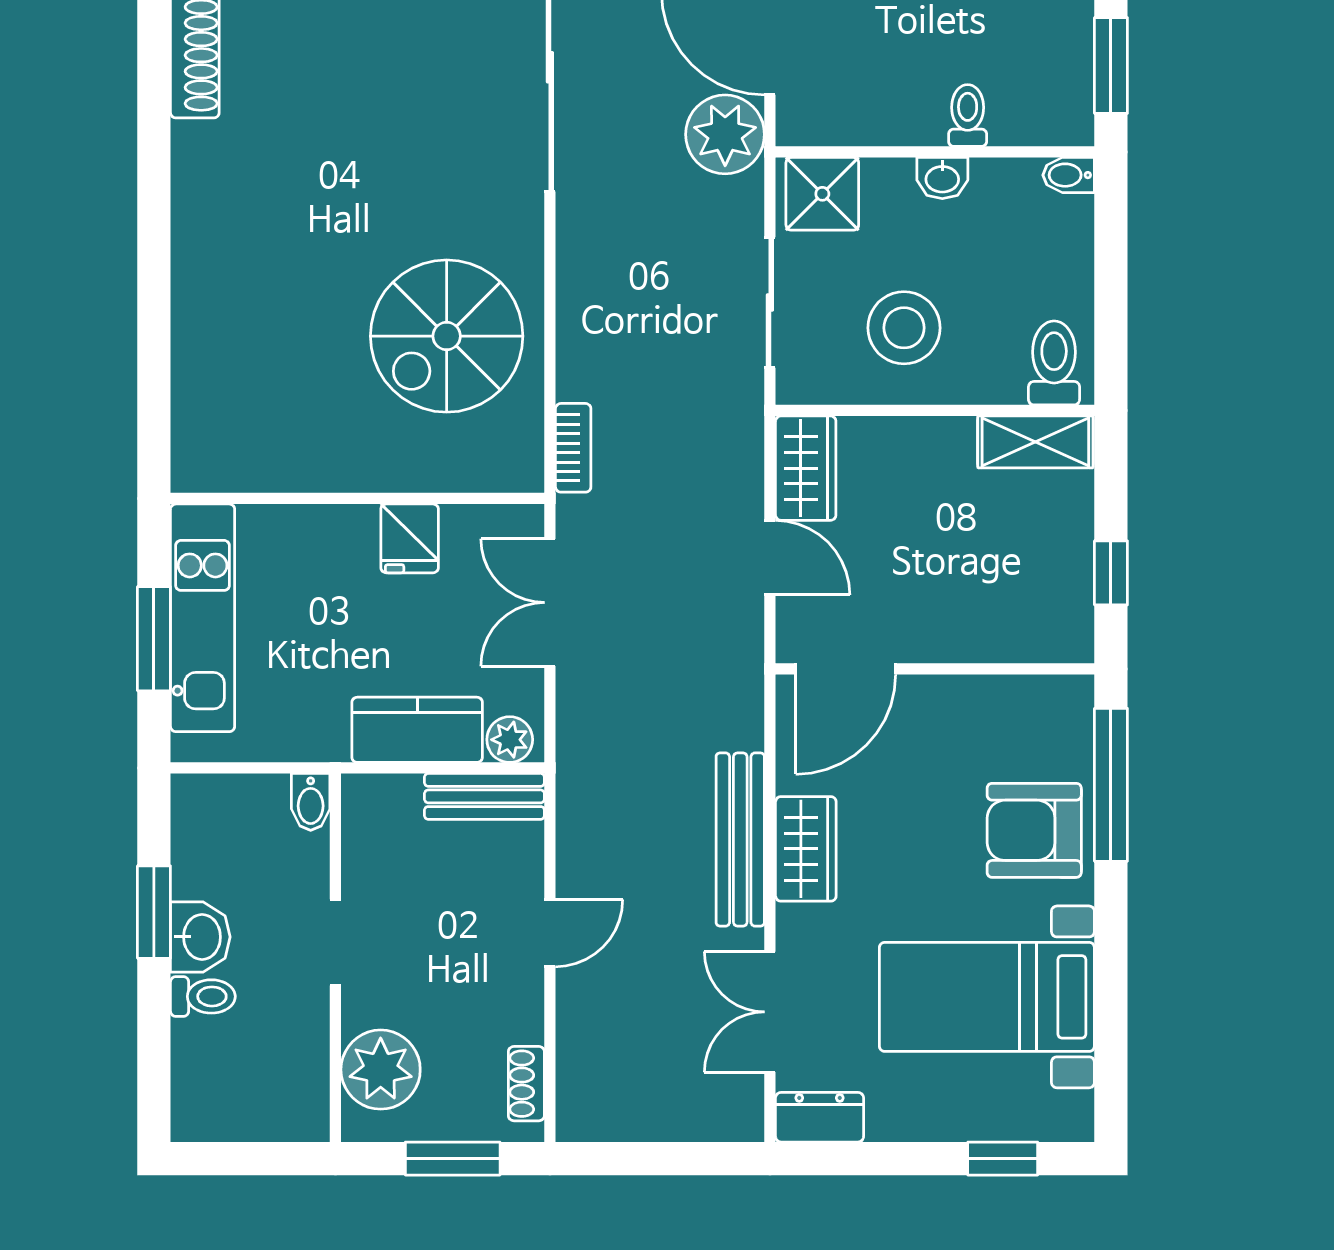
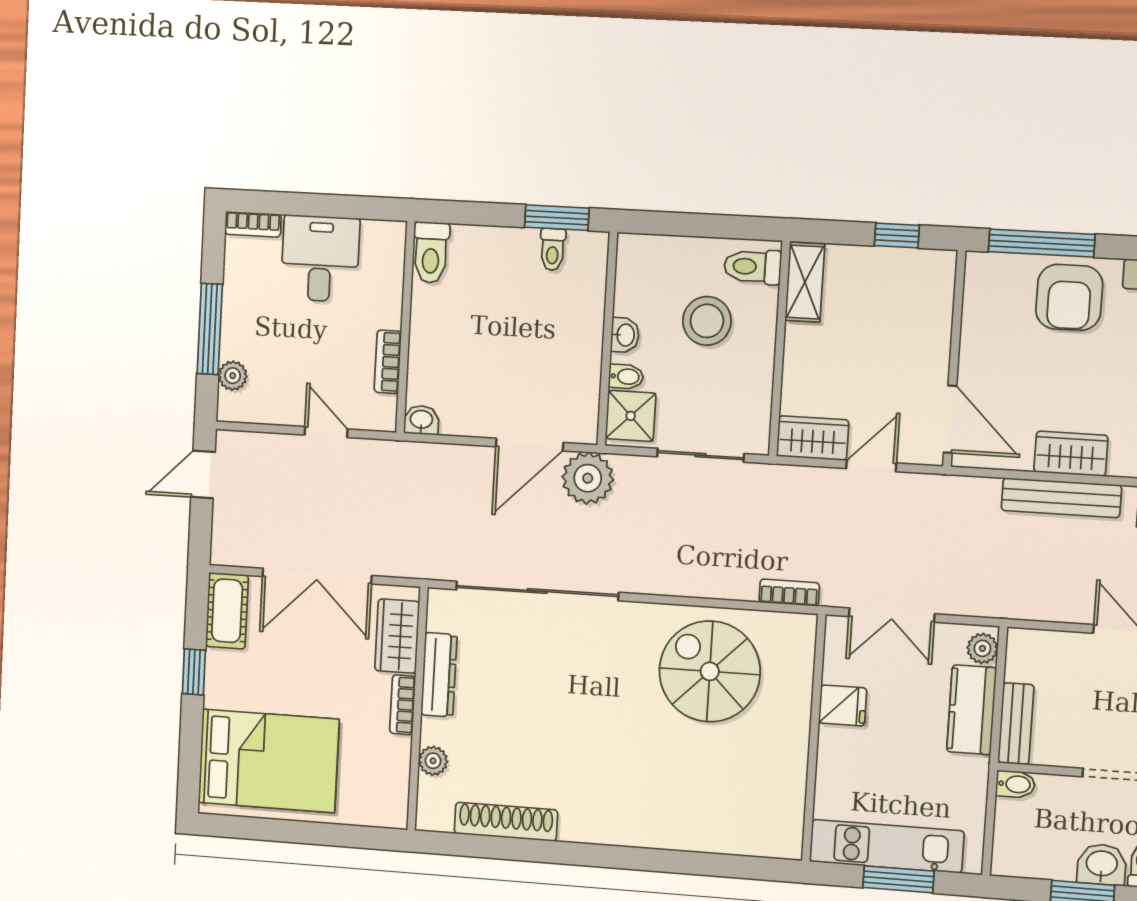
toilet: (968, 115) -> (553, 249), moved, turned -90
bidet: (1069, 175) -> (626, 377), moved, turned -90
stool: (904, 328) -> (707, 321), moved
spiral stairs: (447, 336) -> (710, 671), turned 180
bench: (484, 796) -> (1016, 724), moved

